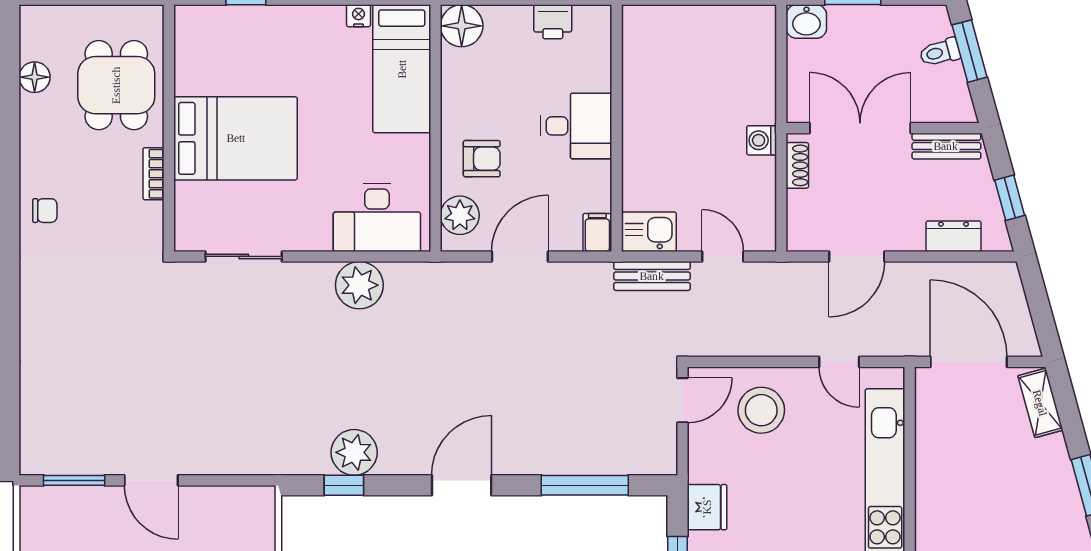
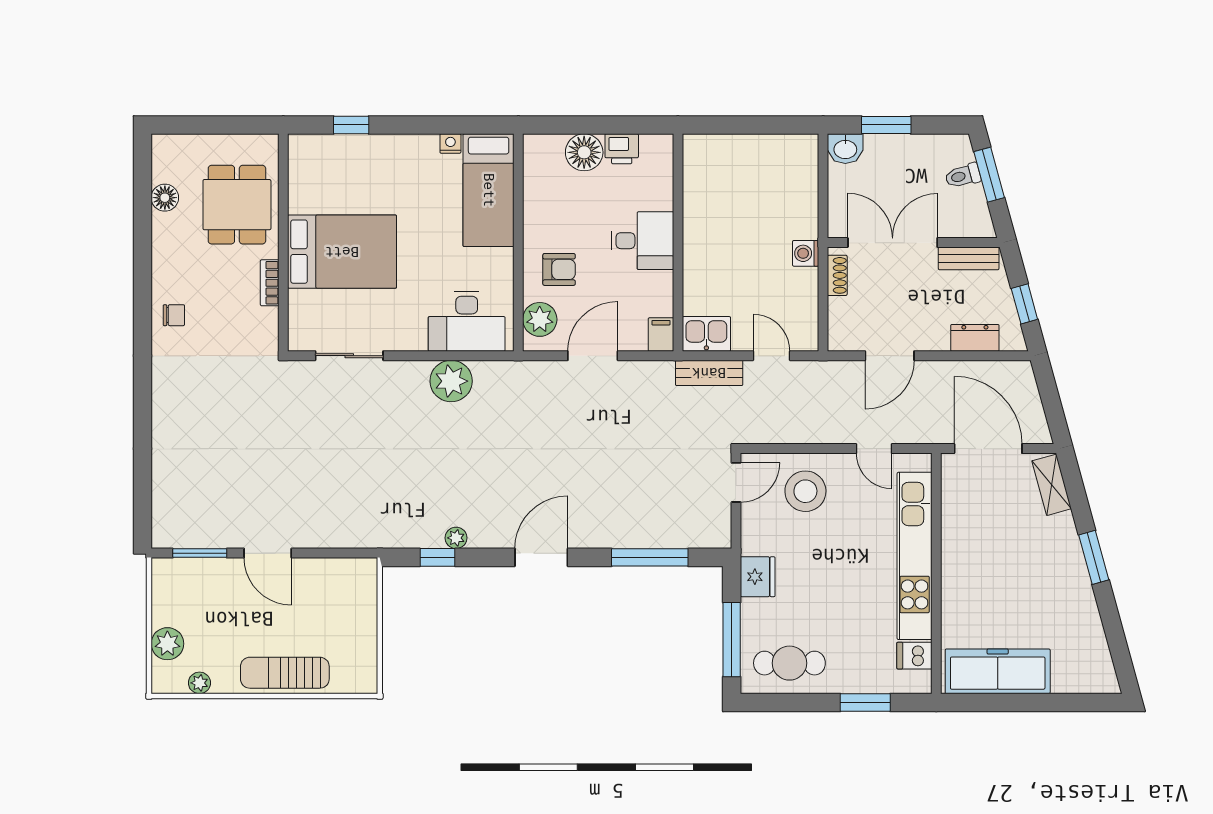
floor lamp: (462, 26) -> (584, 152), moved
plant: (354, 452) -> (456, 538), width x0.53, depth x0.53

